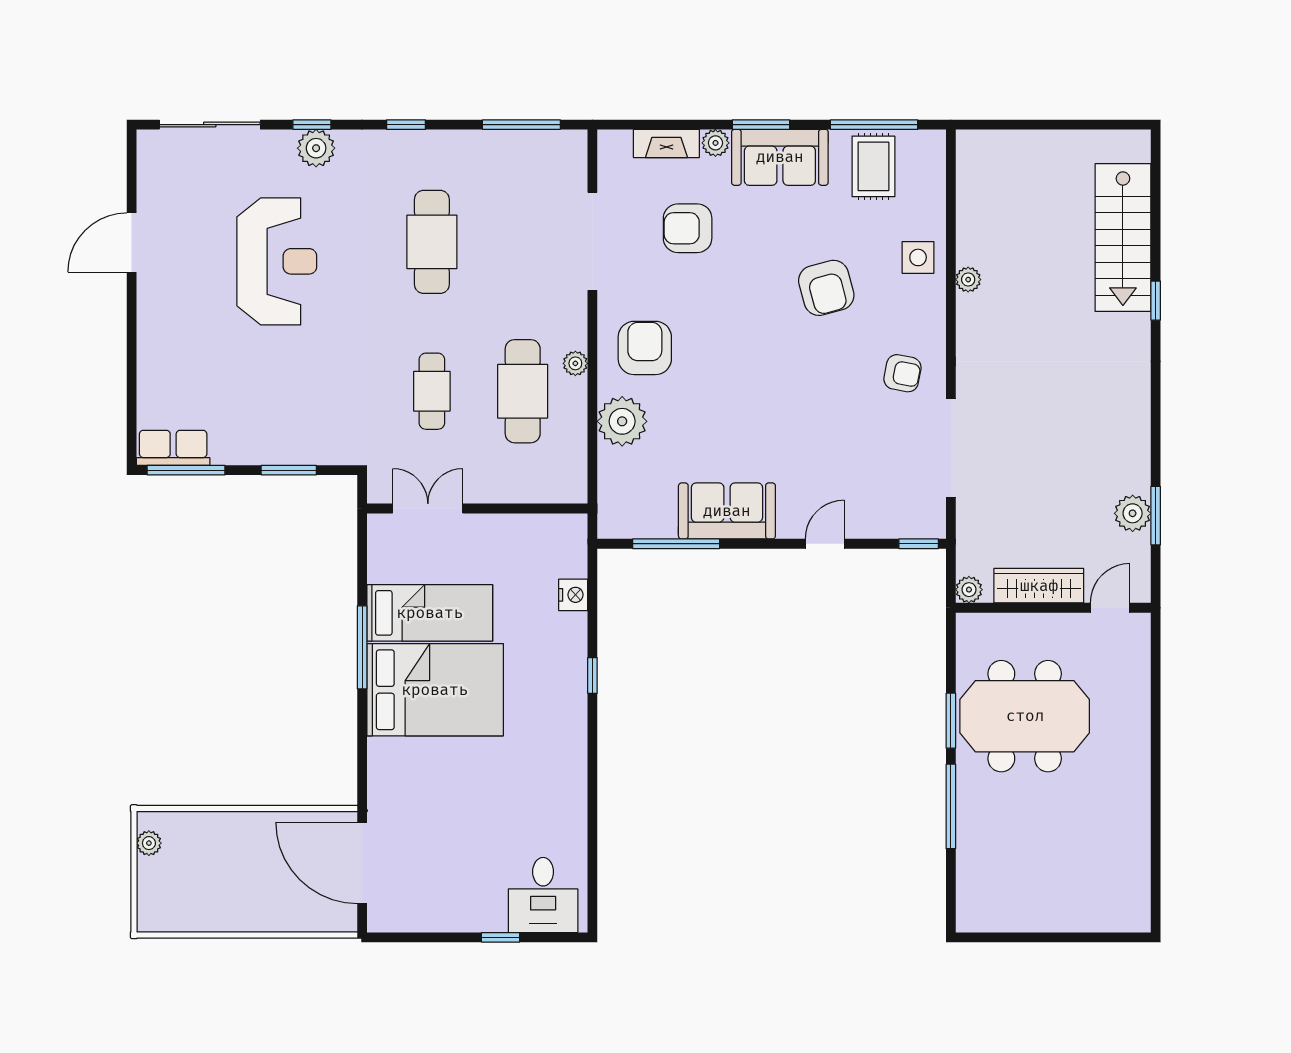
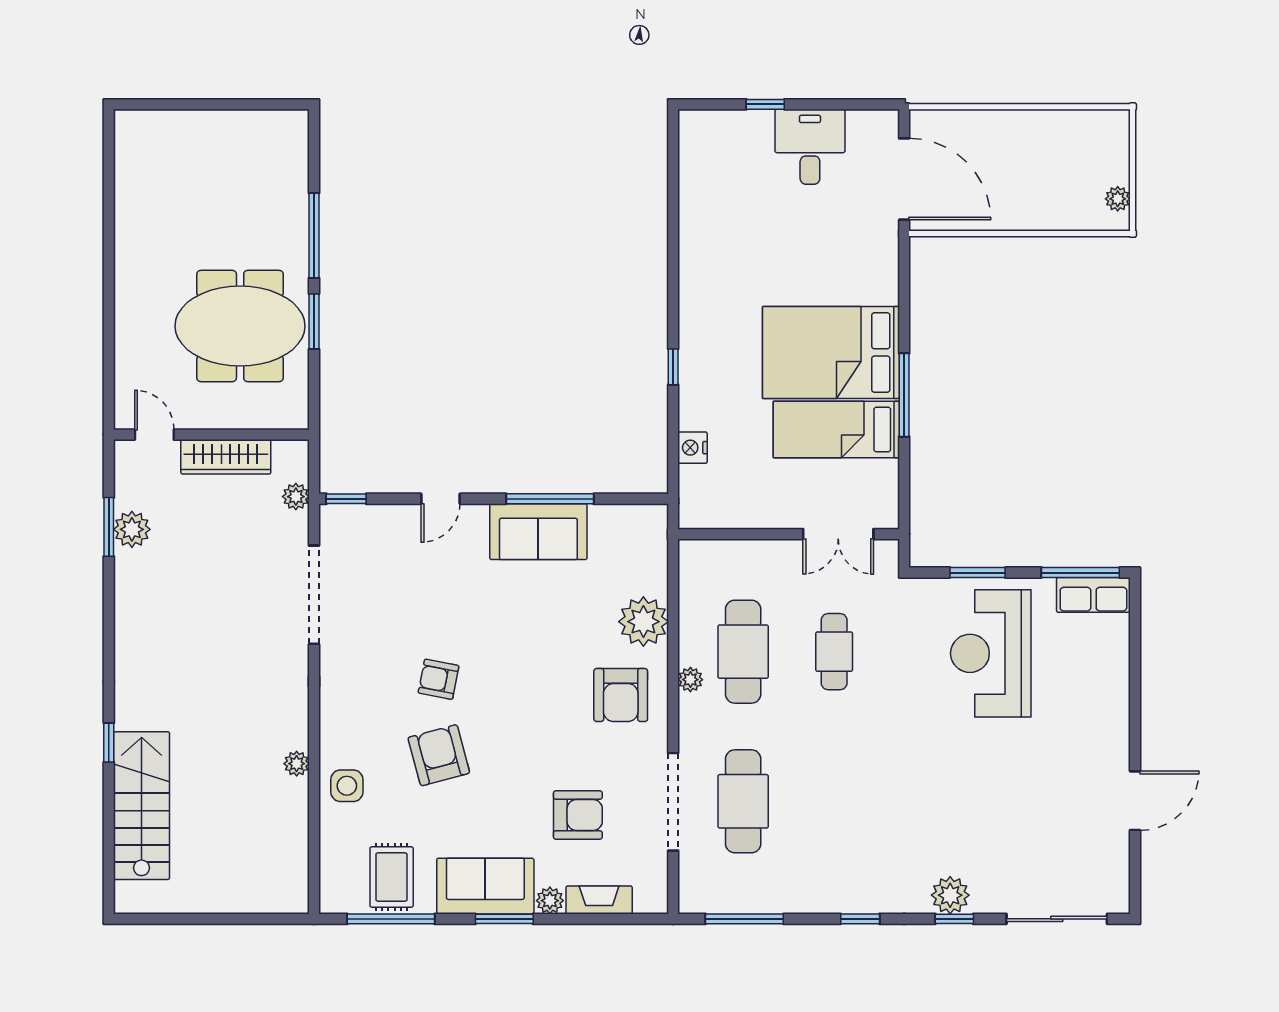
cafe table: (432, 242) -> (743, 801), moved
reception desk: (277, 261) -> (991, 653), moved
armchair: (902, 373) -> (439, 679), moved
window: (676, 544) -> (550, 499), moved
plant: (969, 590) -> (296, 497), moved
door: (1110, 608) -> (154, 435), swing flipped
desk: (543, 895) -> (810, 147), moved

